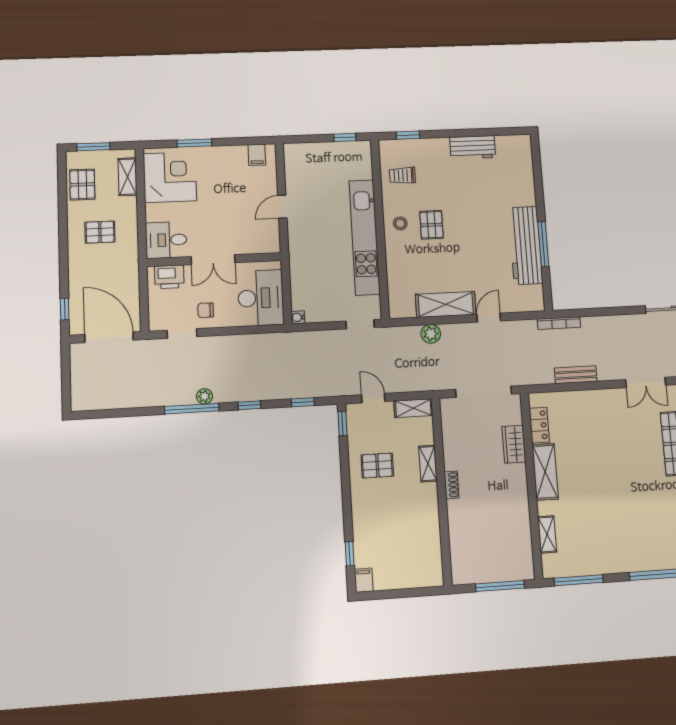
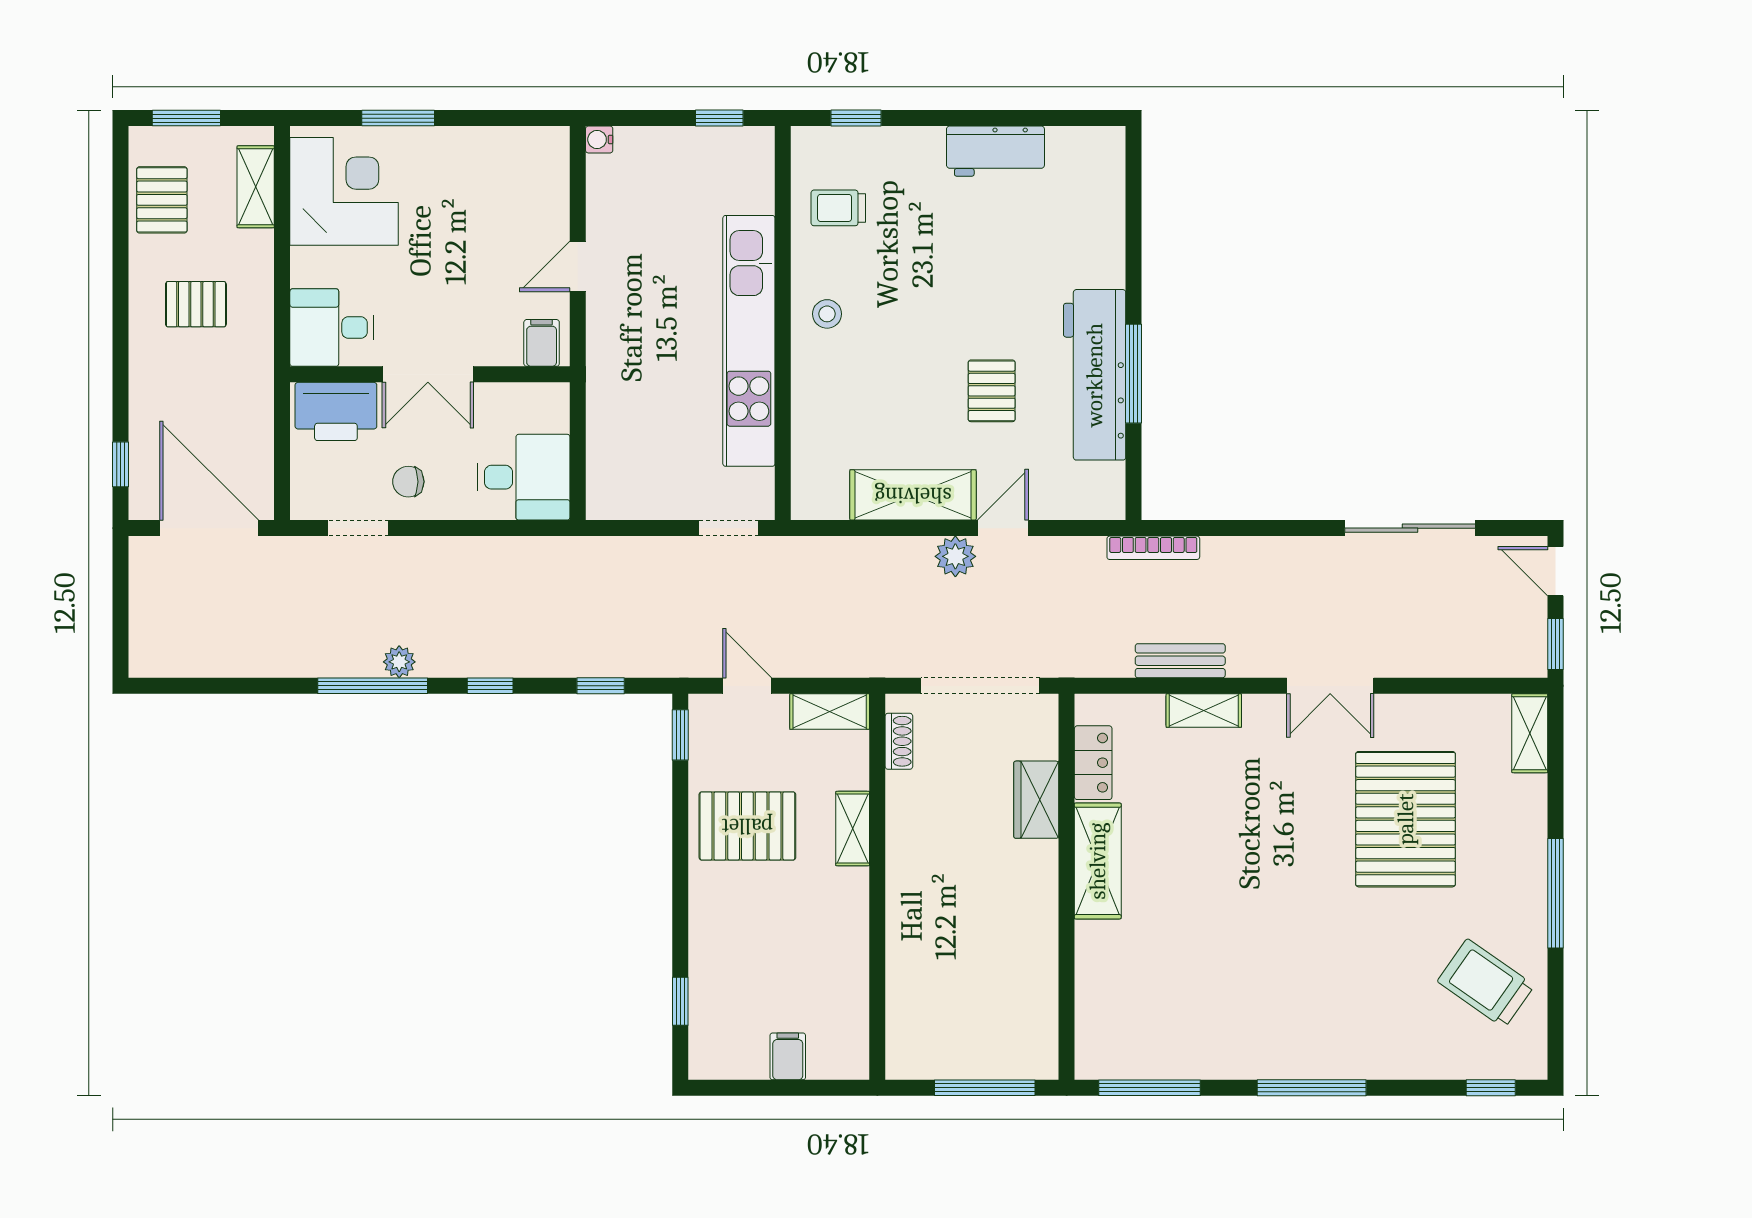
filing cabinet: (257, 155) -> (542, 343), moved, turned 180
pallet: (431, 225) -> (992, 391), moved
printer: (169, 277) -> (336, 411), width x1.37, depth x1.19
desk: (261, 298) -> (523, 477), width x0.73
water cooler: (298, 317) -> (599, 140), moved
plant: (431, 334) -> (955, 556), moved
pallet: (377, 466) -> (747, 826), width x1.50, depth x1.42
shoe rack: (452, 485) -> (899, 741), moved
shelving: (547, 534) -> (1204, 711), moved, turned 90
filing cabinet: (364, 580) -> (788, 1056), moved

